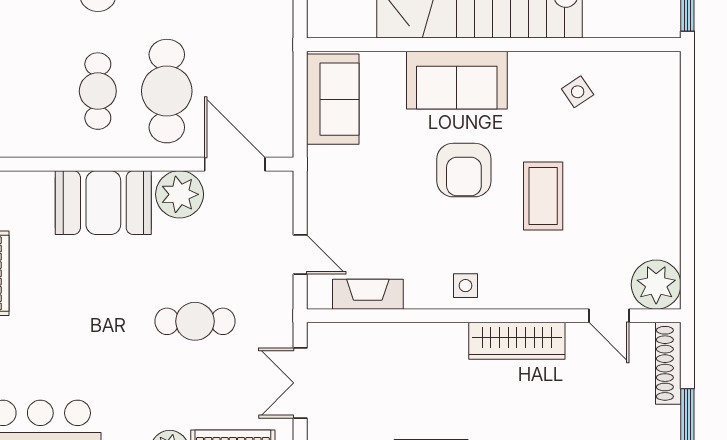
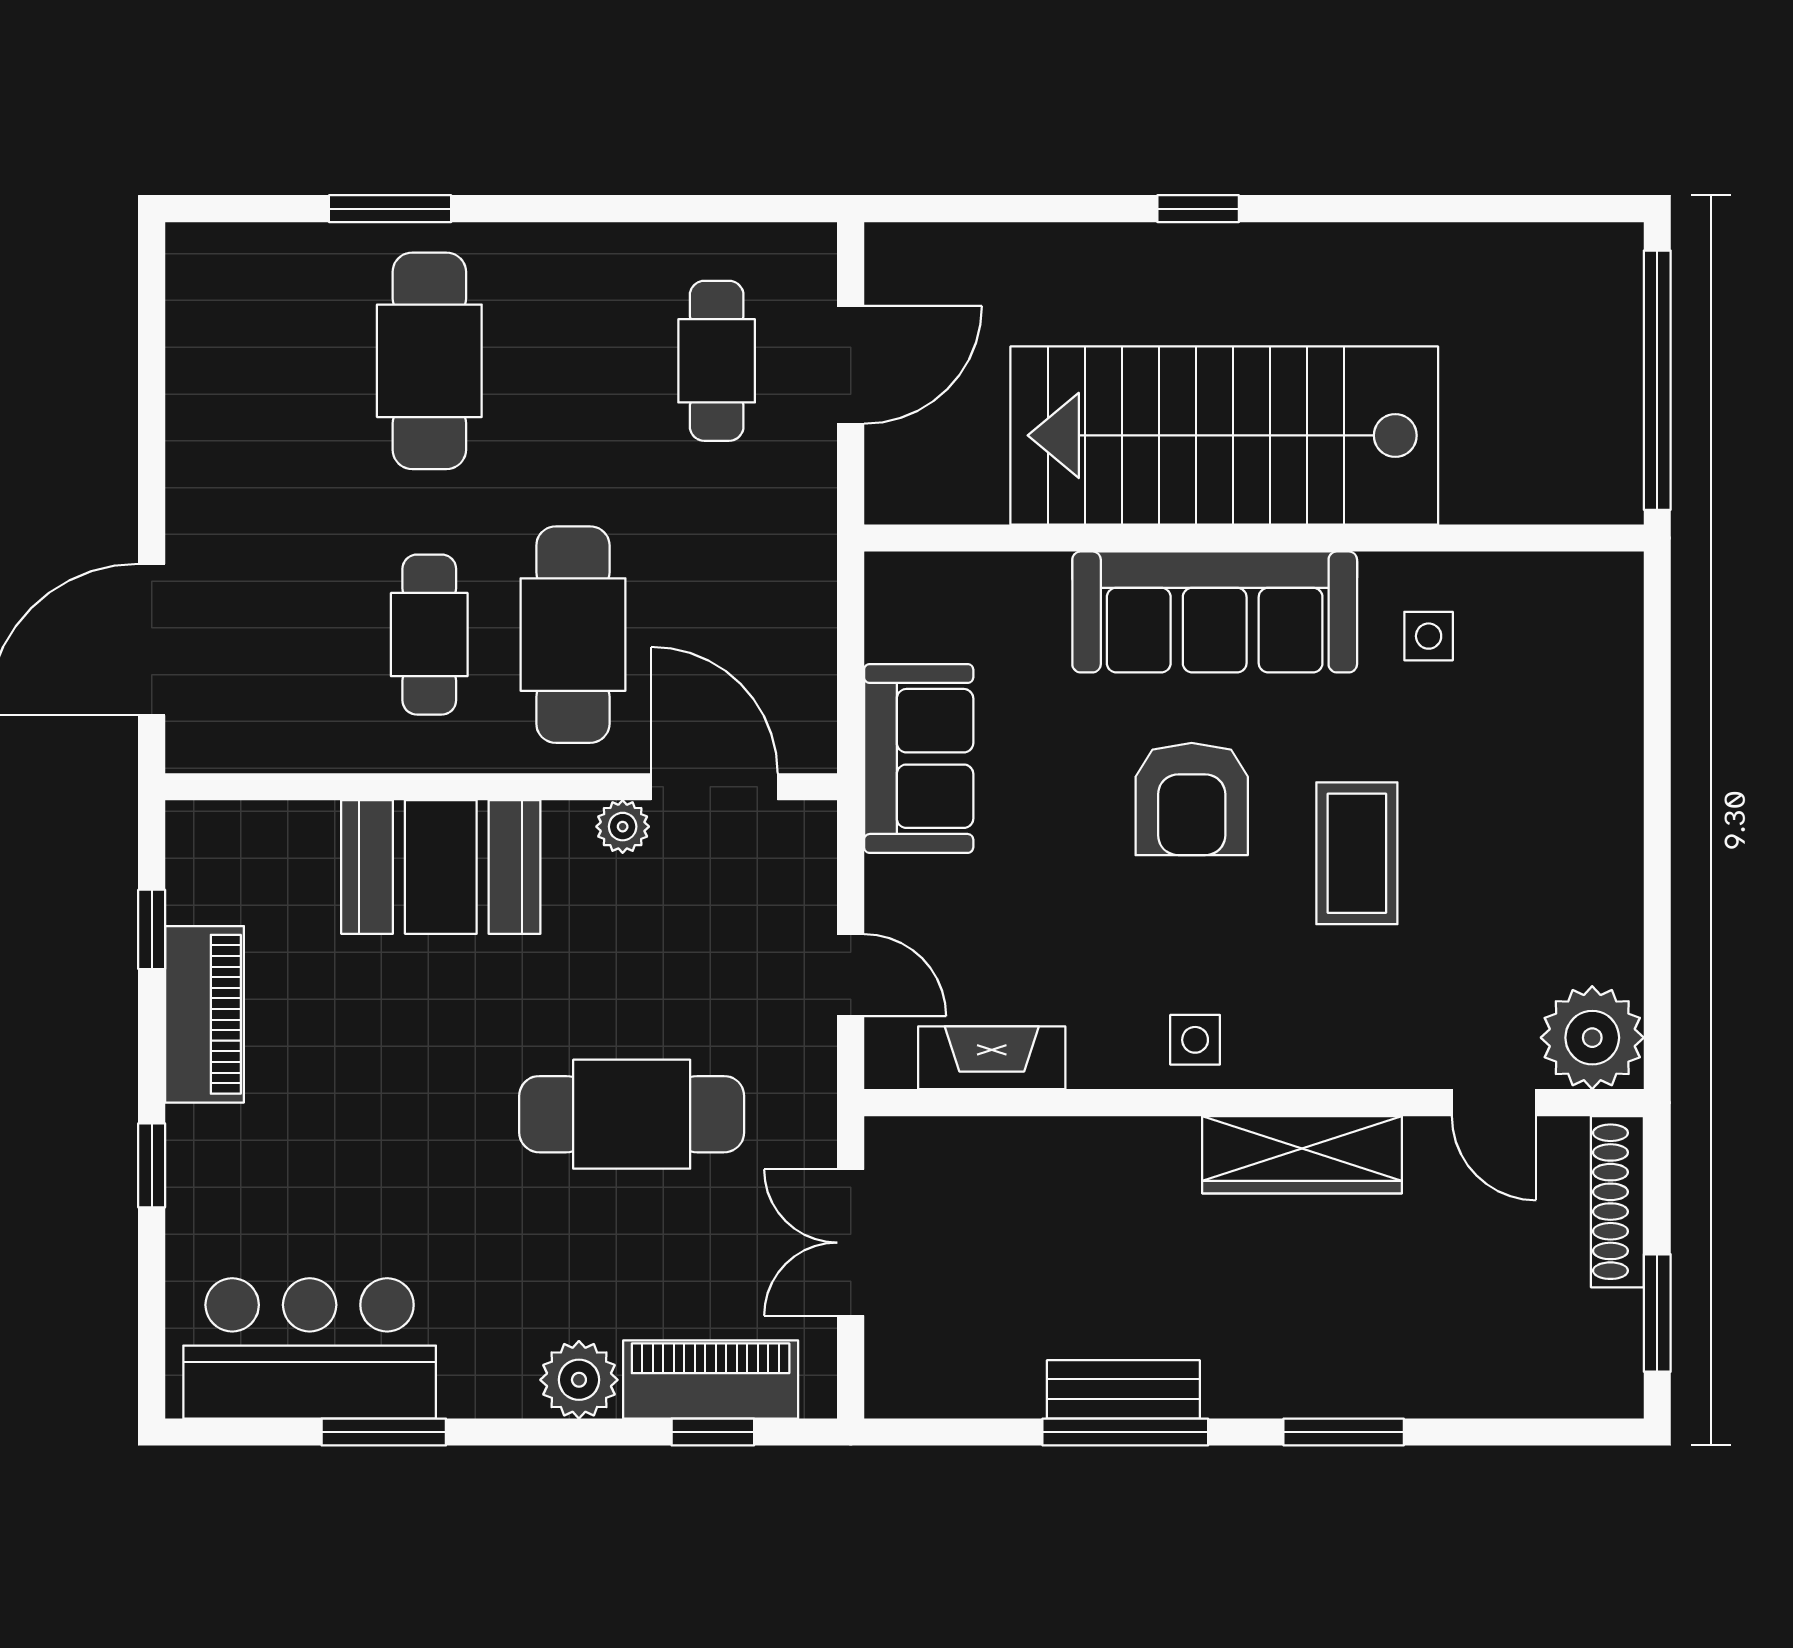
sofa: (457, 80) -> (1215, 612), width x1.36
side table: (578, 92) -> (1429, 636), turned 34
sofa: (333, 99) -> (919, 758), moved
plant: (180, 194) -> (623, 827), width x0.53, depth x0.53
cafe table: (195, 321) -> (632, 1114), width x1.37, depth x1.35

